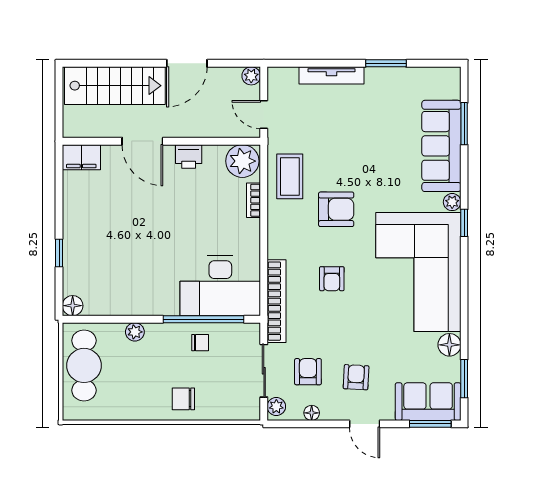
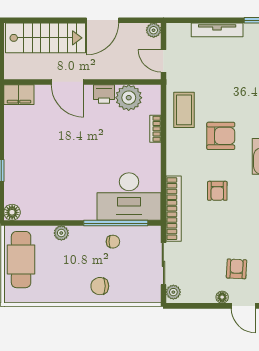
plant: (242, 161) -> (129, 98), moved
armchair: (308, 372) -> (198, 265), removed
floor lamp: (312, 413) -> (222, 297), moved

